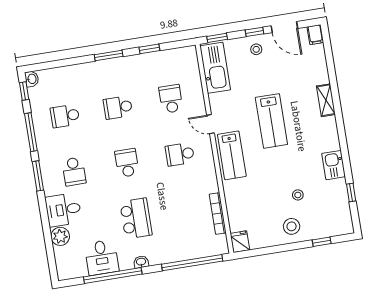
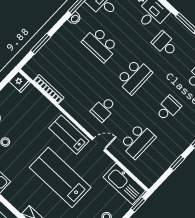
school desk: (171, 99) -> (138, 141), width x1.85
lab bench: (271, 121) -> (60, 177), width x1.36, depth x1.39
school desk: (180, 154) -> (104, 109), turned 180
school desk: (127, 163) -> (134, 76), width x1.85
window: (192, 263) -> (41, 44), width x0.47

